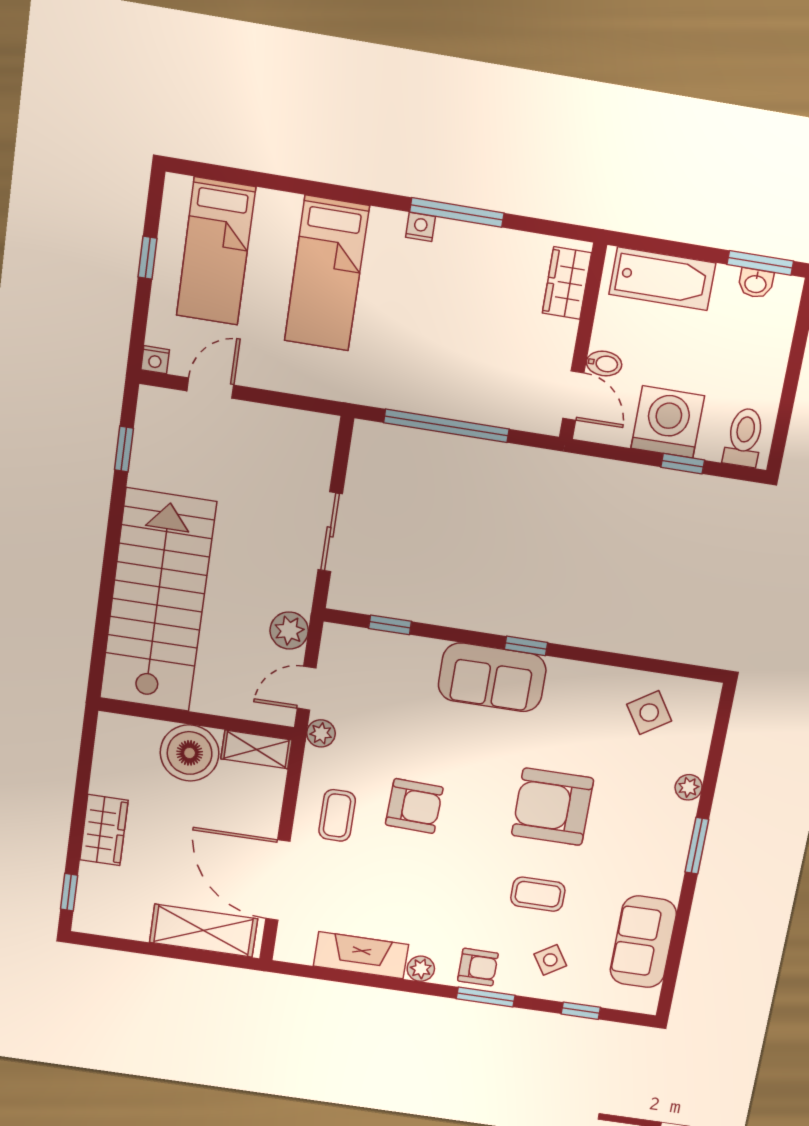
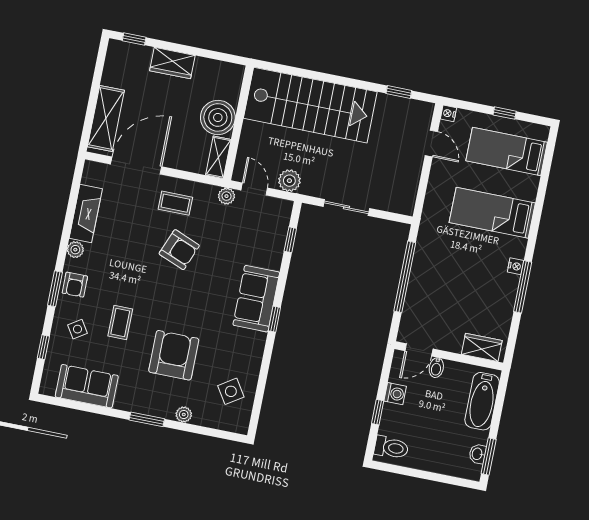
washing machine: (668, 422) -> (395, 394), width x0.53, depth x0.53
armchair: (414, 806) -> (179, 250), turned -70
armchair: (553, 807) -> (174, 355), moved

